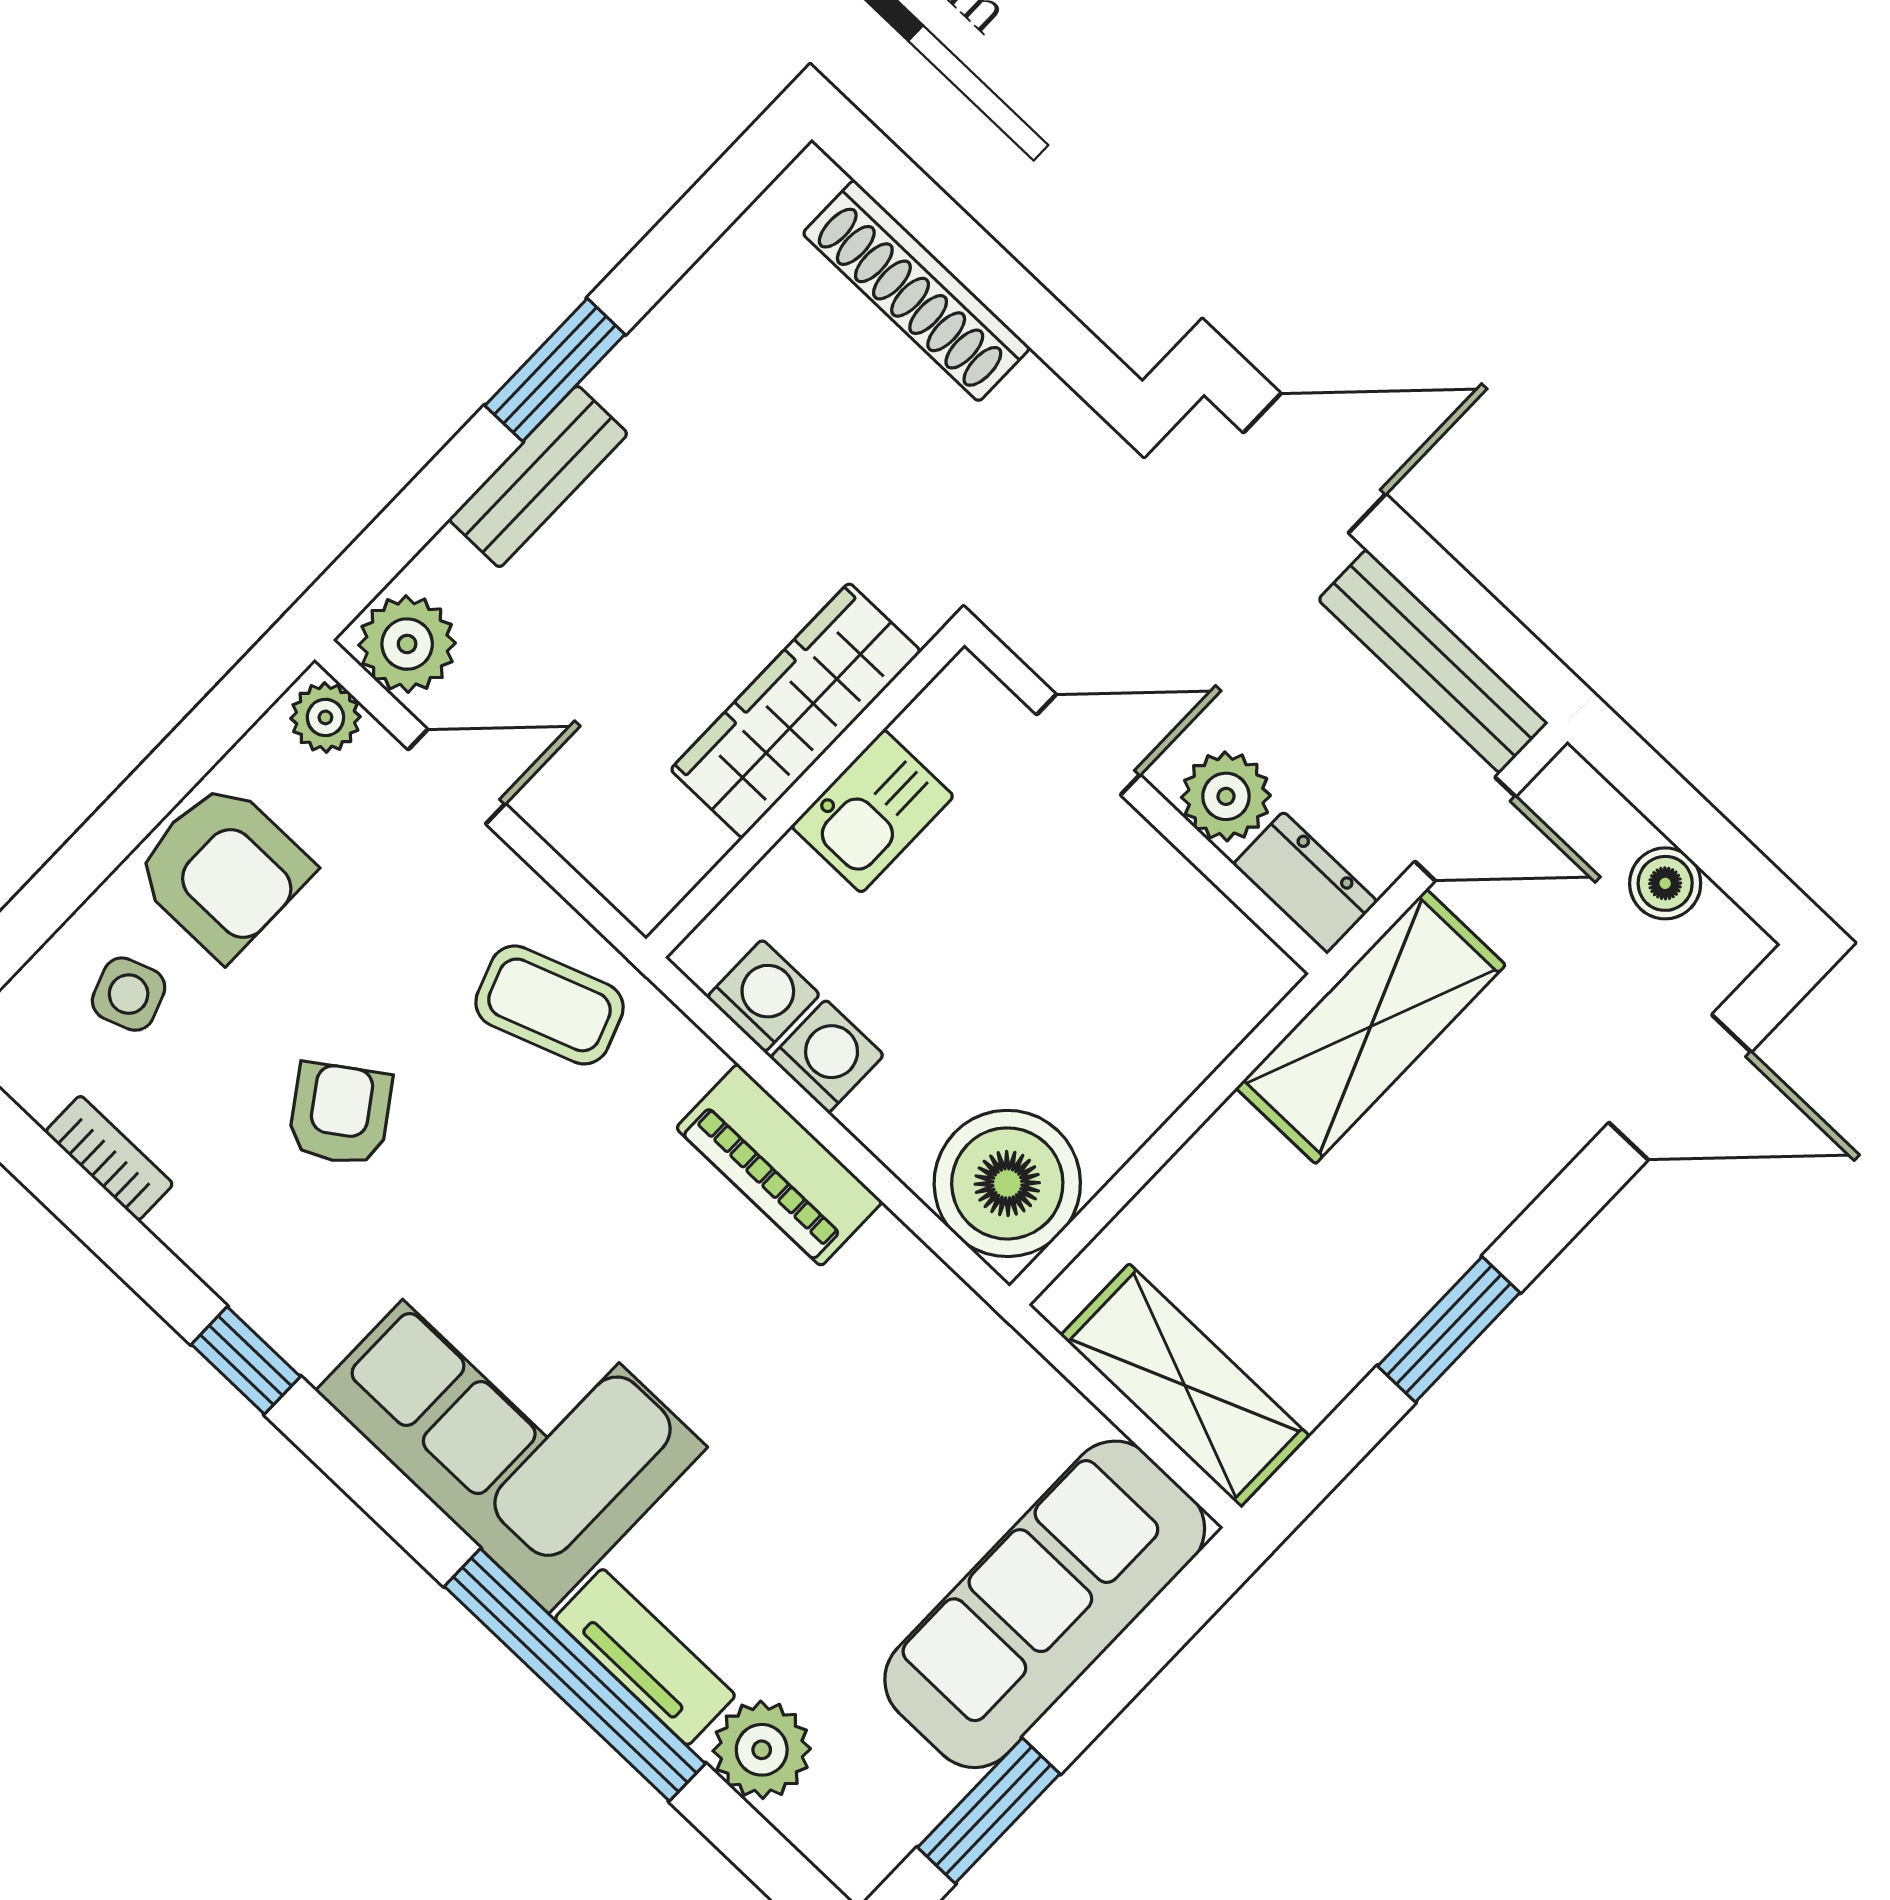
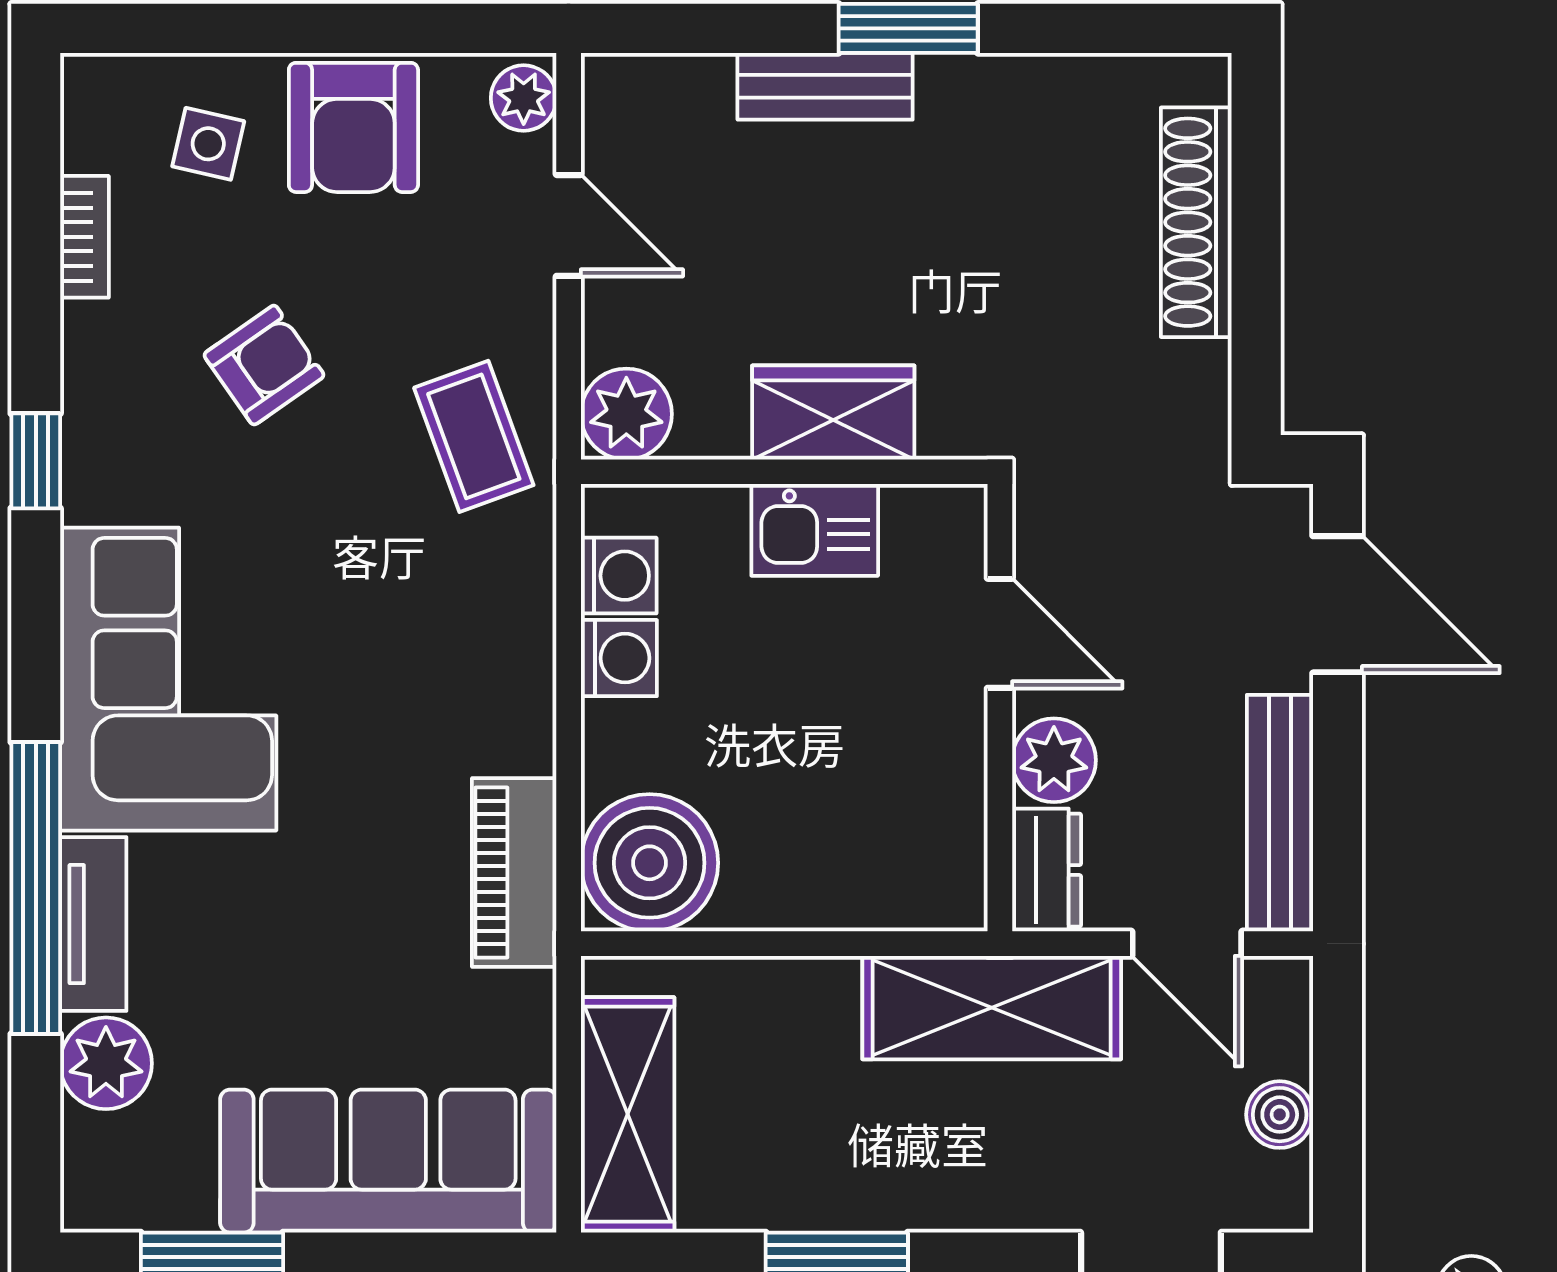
plant: (407, 644) -> (626, 414), moved
wardrobe: (796, 710) -> (833, 412), width x0.67
side table: (129, 994) -> (208, 144), turned 33
piano: (779, 1165) -> (514, 872), moved

